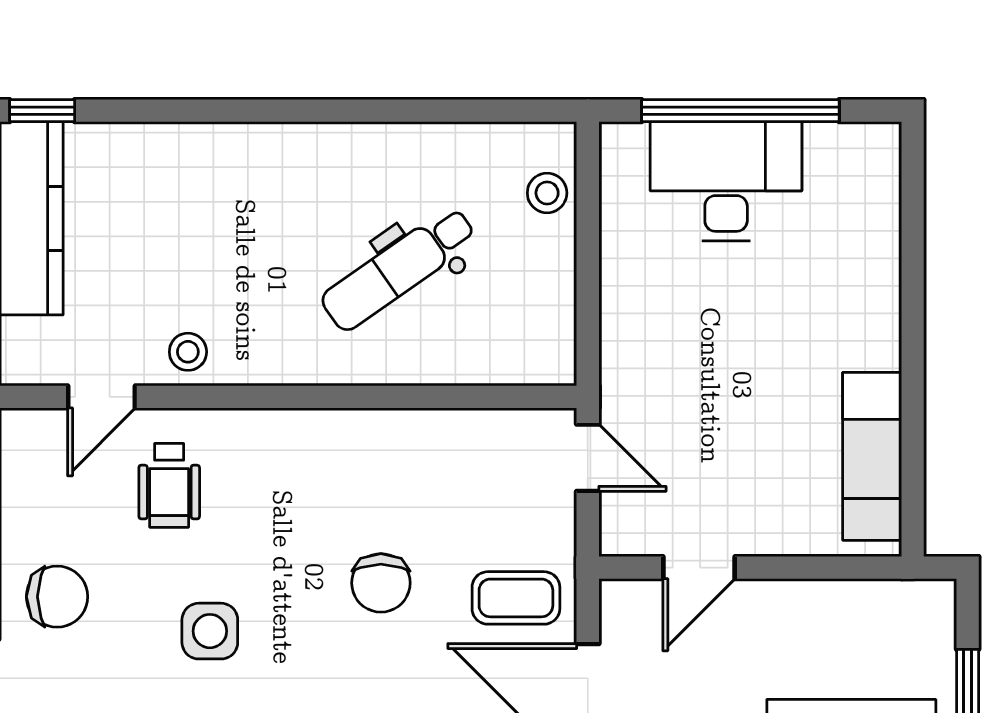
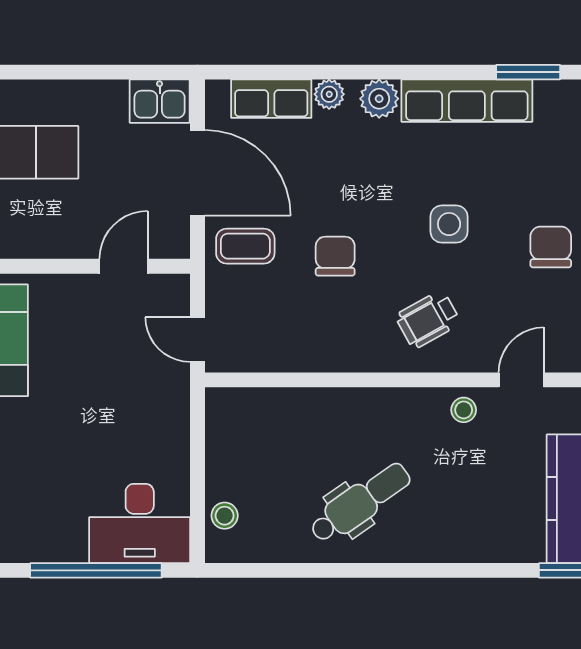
desk: (726, 181) -> (140, 523), moved
dental chair: (399, 269) -> (360, 503), moved
wheelchair: (169, 485) -> (428, 319), moved, turned -119
chair: (57, 597) -> (551, 247), turned 90

